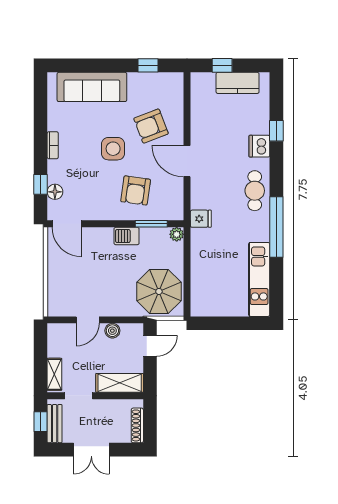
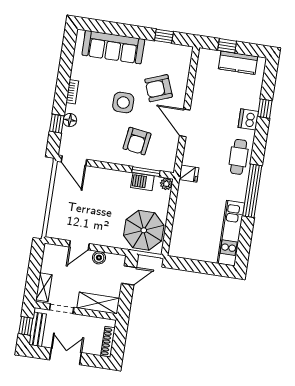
floor lamp: (55, 192) -> (70, 120), moved
barbecue: (127, 236) -> (142, 182), moved
double door: (91, 450) -> (65, 356), swing flipped

